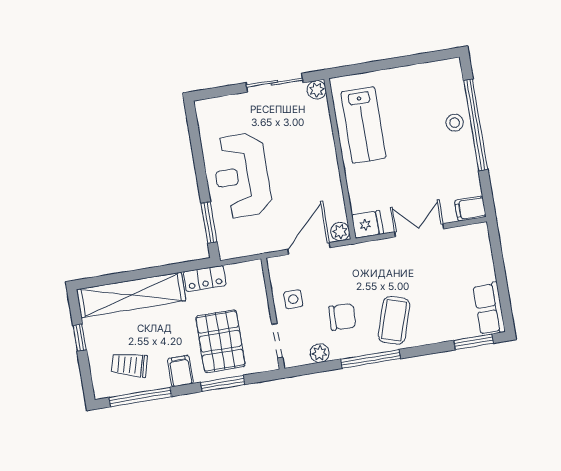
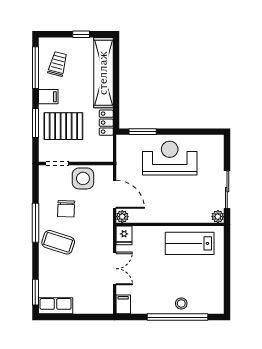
side table: (293, 299) -> (83, 178), width x1.87, depth x1.87
plant: (320, 353) -> (45, 190), removed

